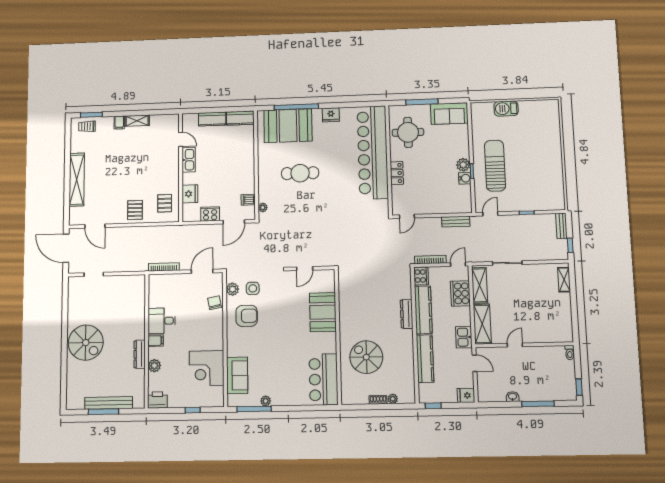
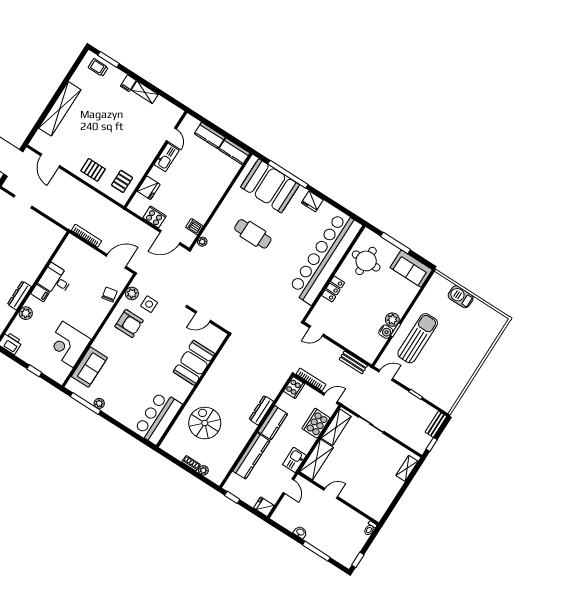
pallet: (135, 210) -> (93, 170), turned 90
kitchen counter: (423, 310) -> (273, 423), width x0.67

